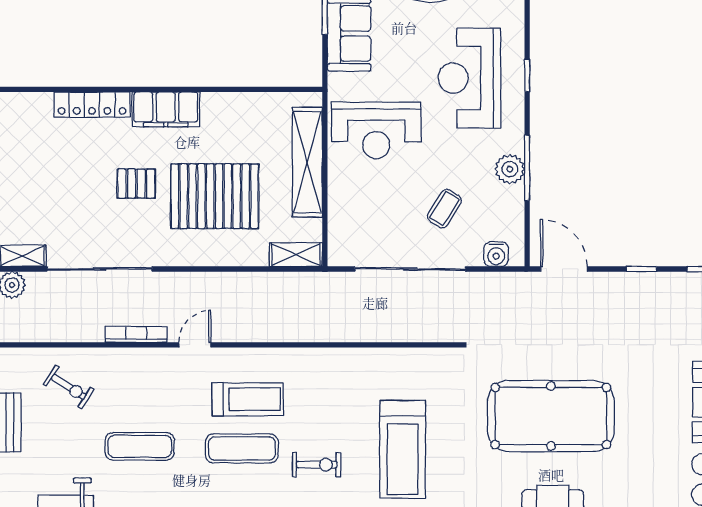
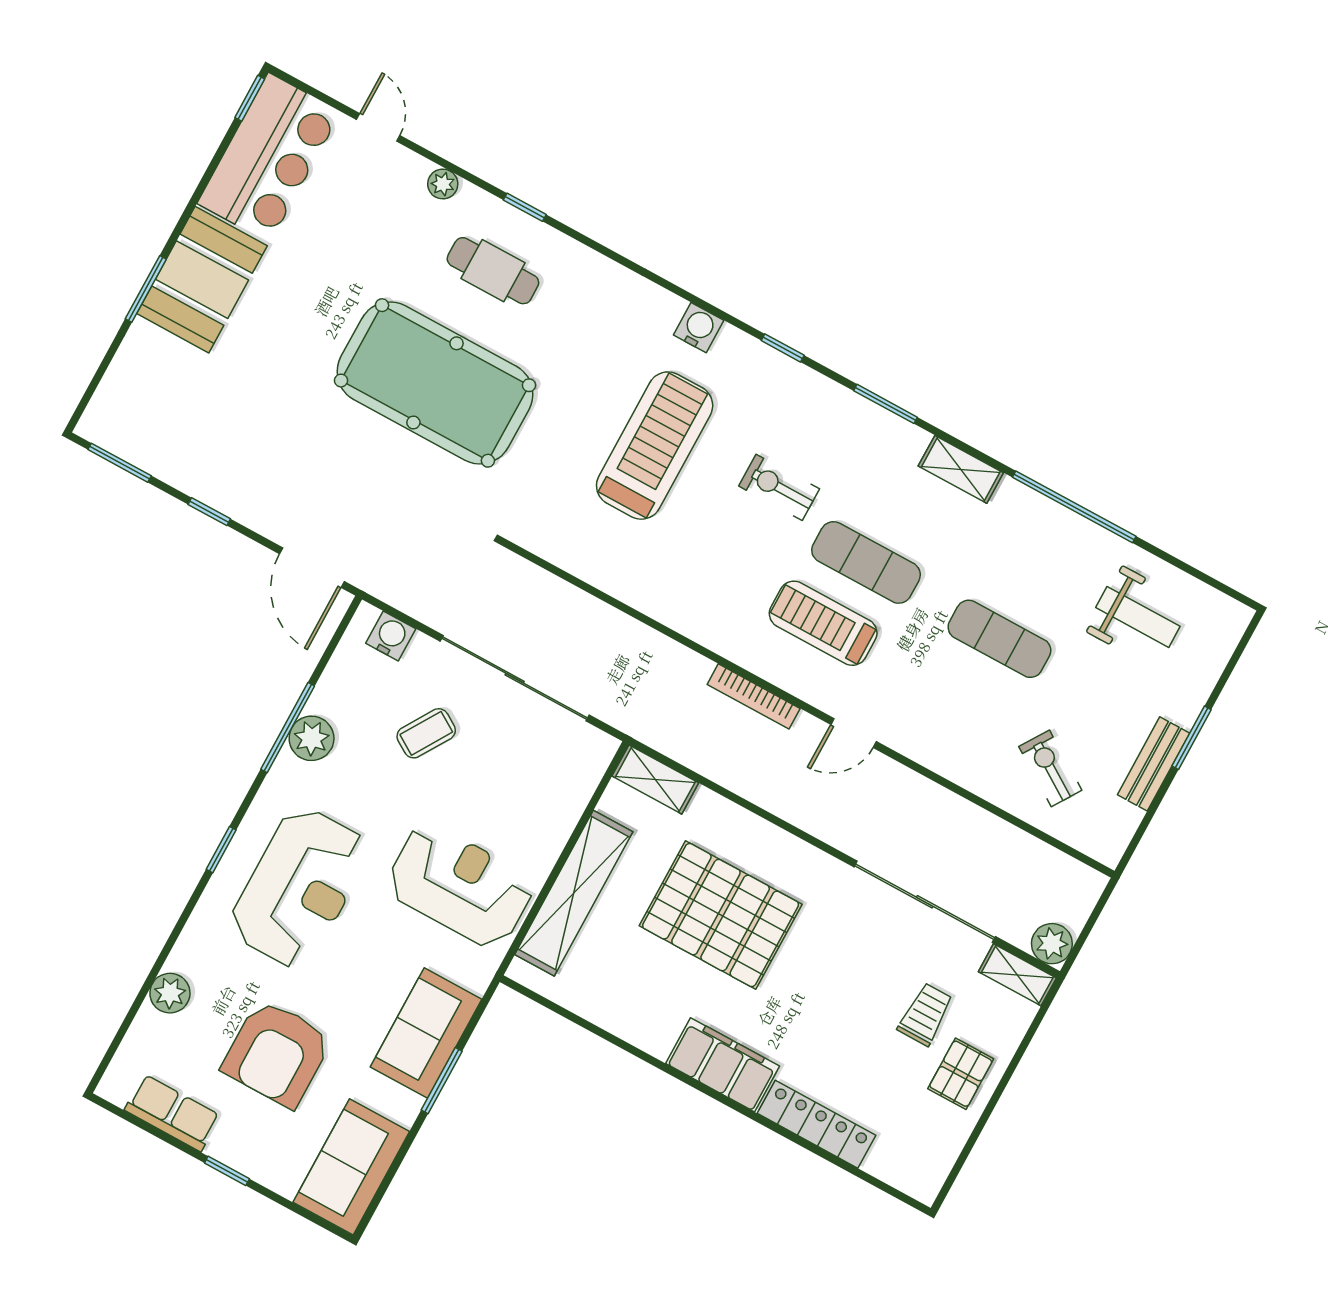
pallet: (136, 184) -> (961, 1074), moved, turned 90
trolley: (63, 203) -> (925, 1014), added
bookcase: (136, 334) -> (754, 696), moved

